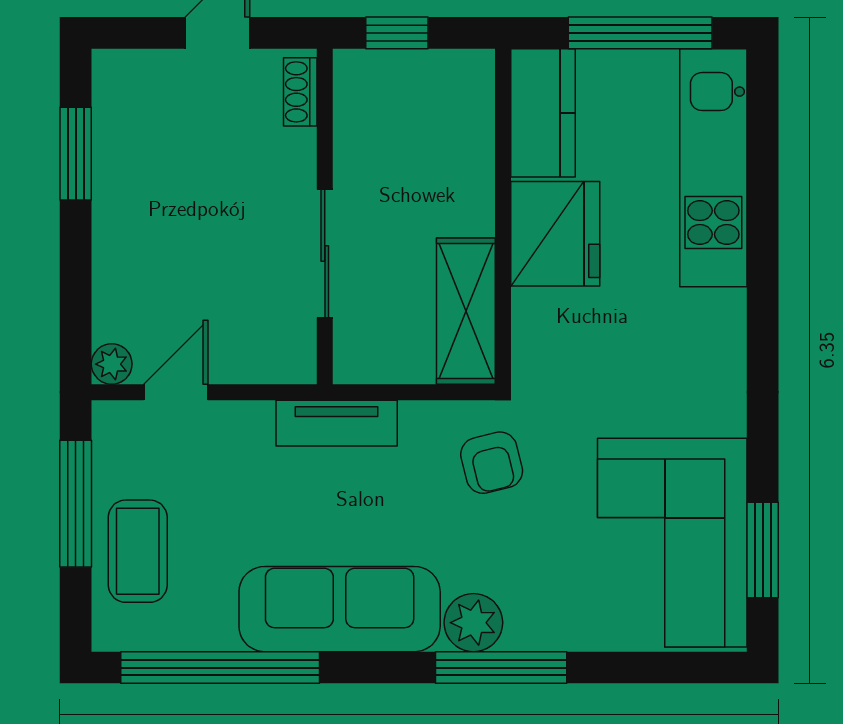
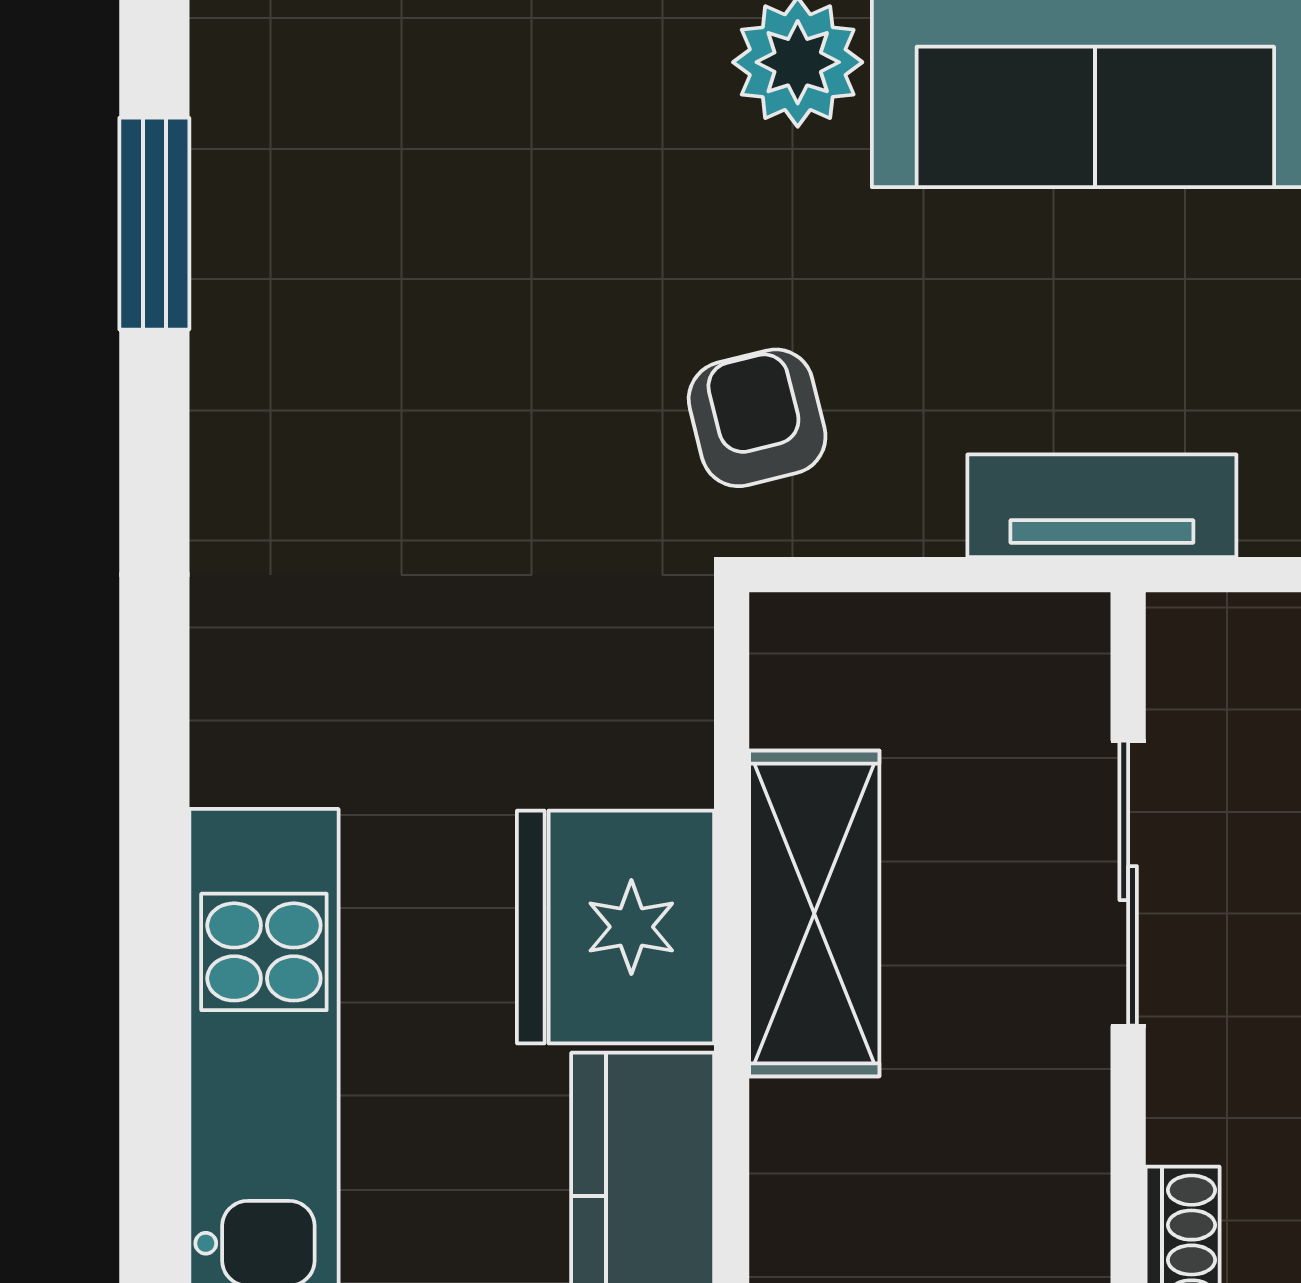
shelving: (466, 311) -> (814, 913), moved
corner sofa: (672, 543) -> (355, 240), removed

